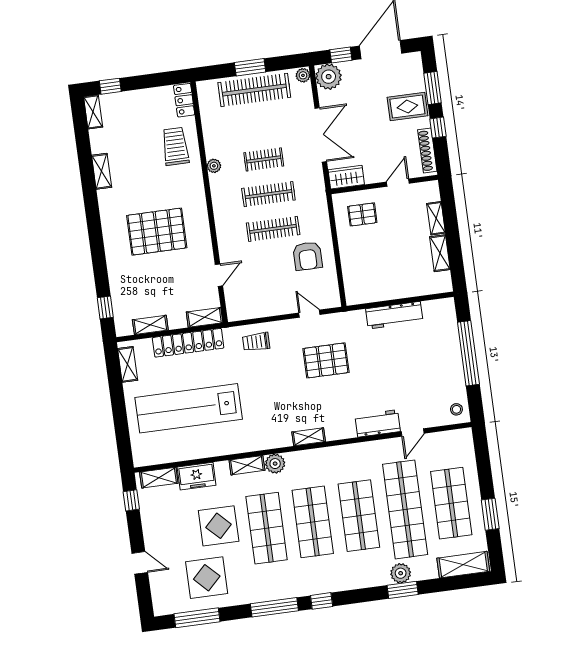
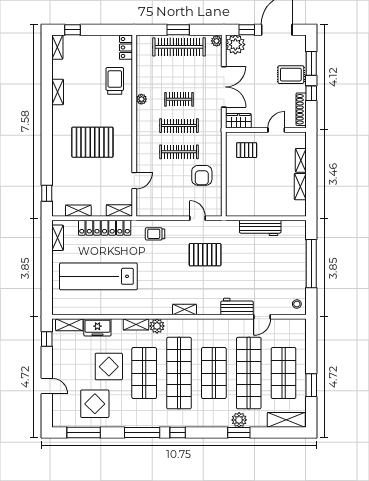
shop shelf: (313, 522) -> (179, 373), width x1.40

